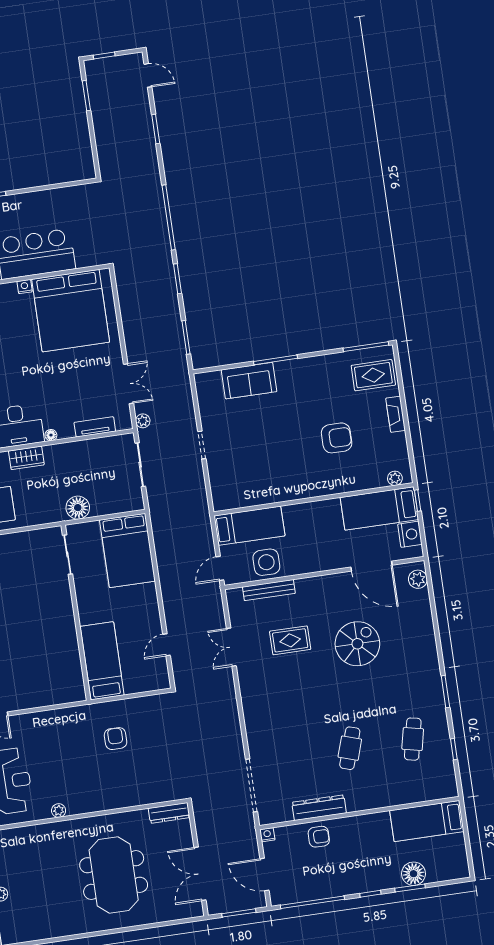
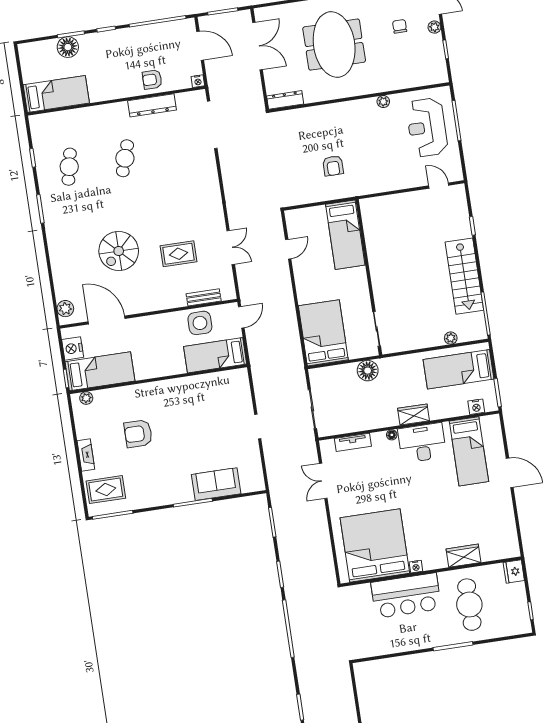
plant: (143, 421) -> (310, 448), removed
bench: (269, 590) -> (204, 297), width x0.73
chair: (40, 895) -> (400, 26), added

